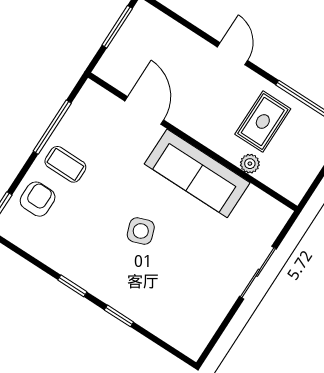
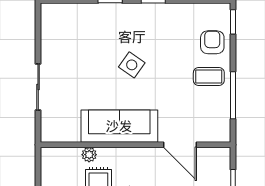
armchair: (38, 199) -> (212, 42), turned 180
side table: (141, 231) -> (132, 65), turned -36

